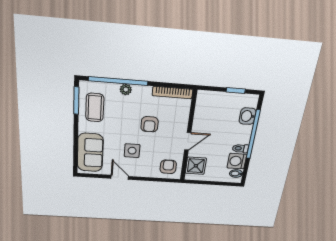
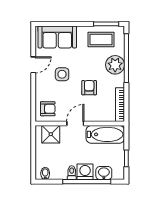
plant: (126, 90) -> (115, 65), width x1.88, depth x1.88
bathtub: (205, 111) -> (105, 134), added
armchair: (150, 124) -> (89, 88), turned 90
door: (188, 141) -> (75, 123), swing flipped
washing machine: (237, 161) -> (85, 172), moved

